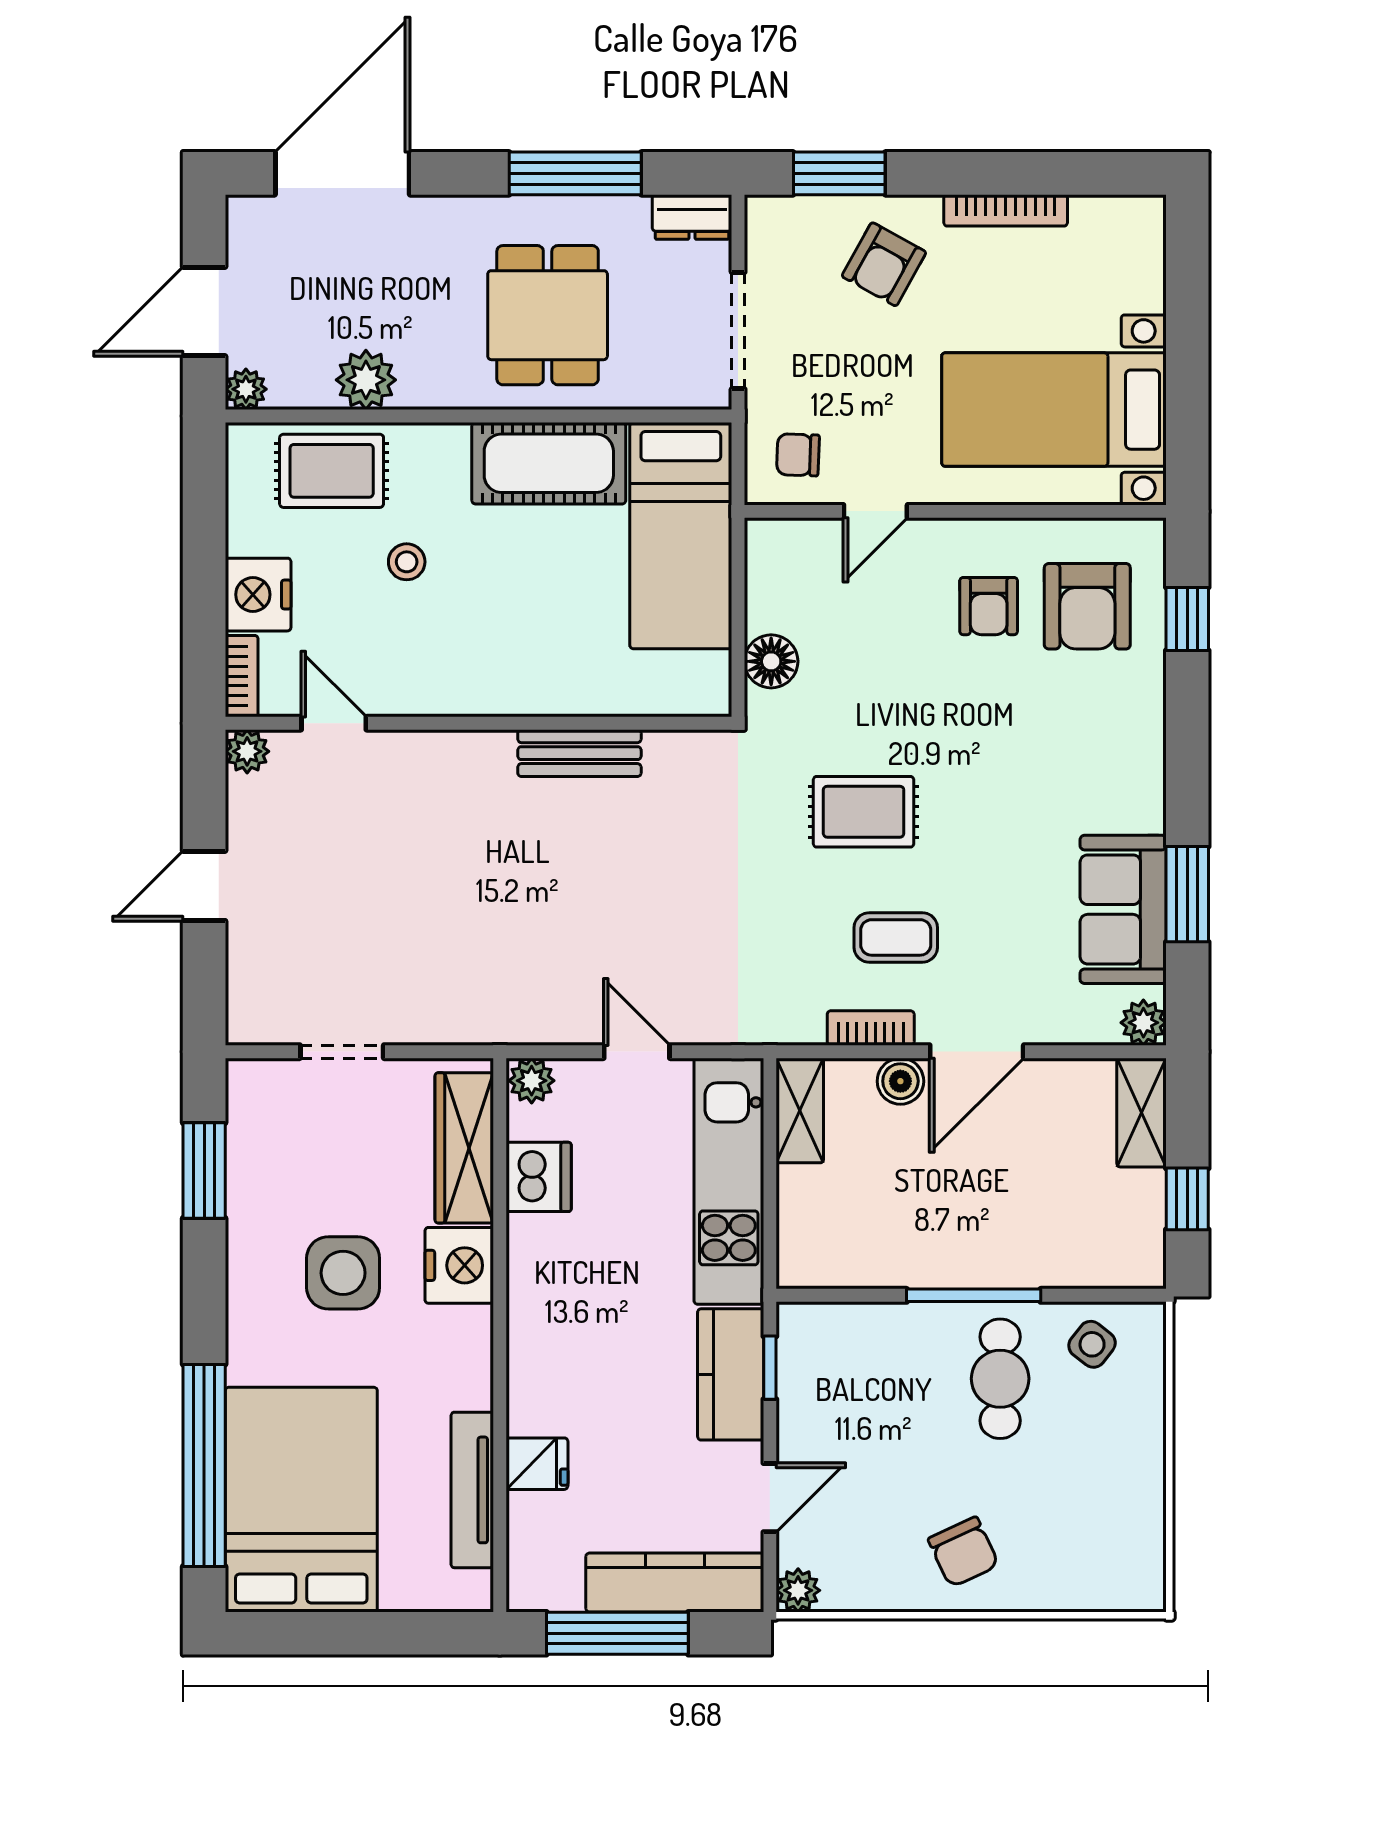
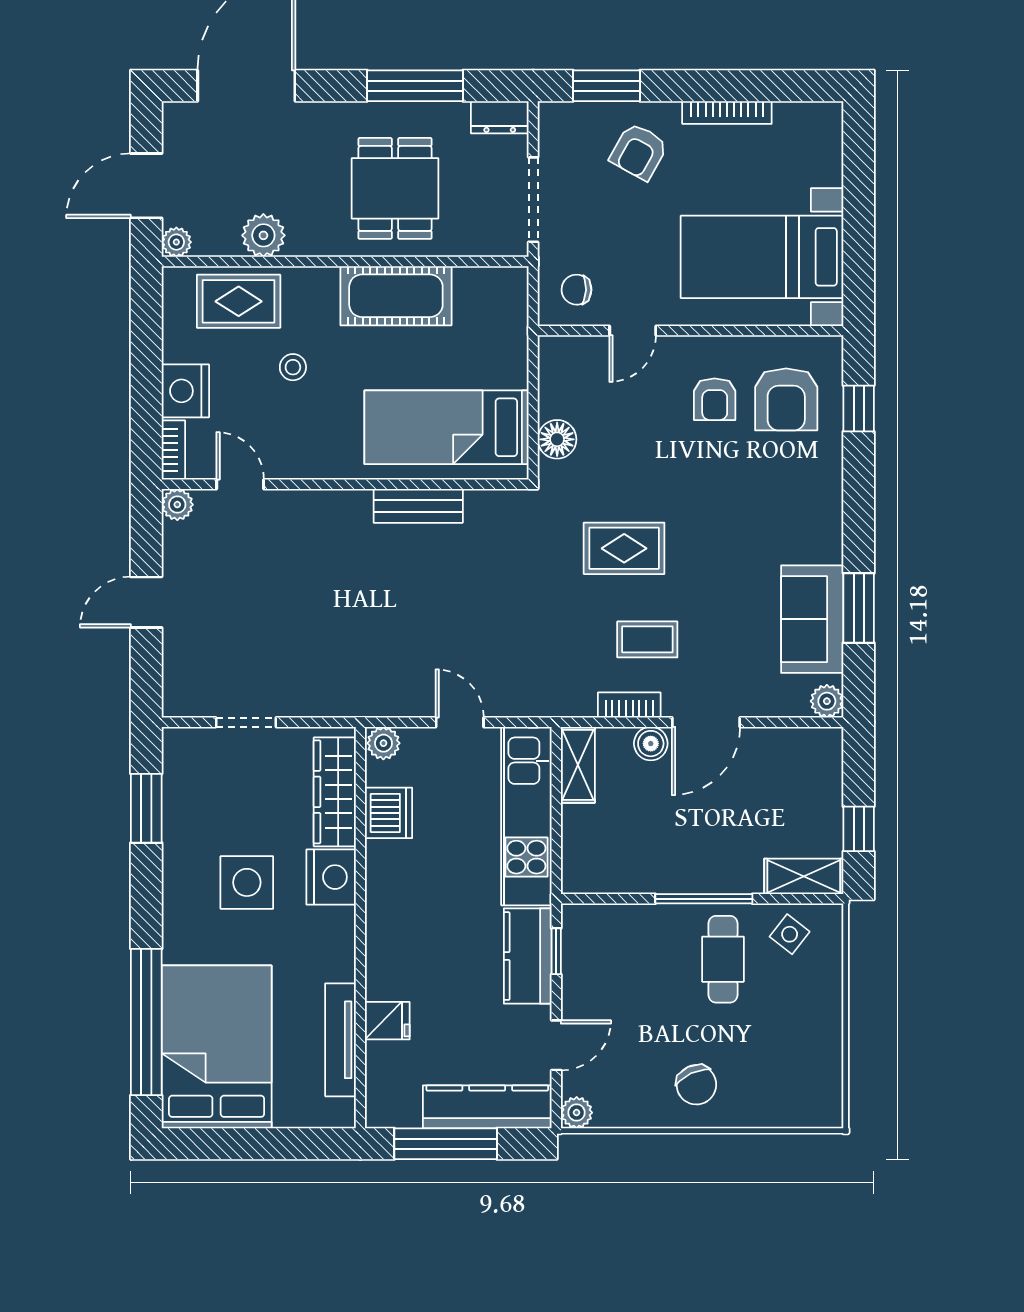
bed: (681, 536) -> (446, 427), moved, turned 90
shelving: (1142, 1113) -> (804, 876), moved, turned 90

